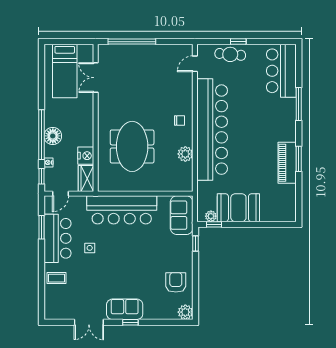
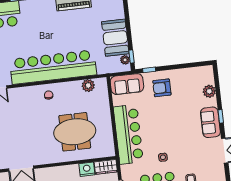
plant: (185, 154) -> (88, 86), moved
armchair: (176, 282) -> (162, 88), moved
plant: (185, 312) -> (209, 91), moved

